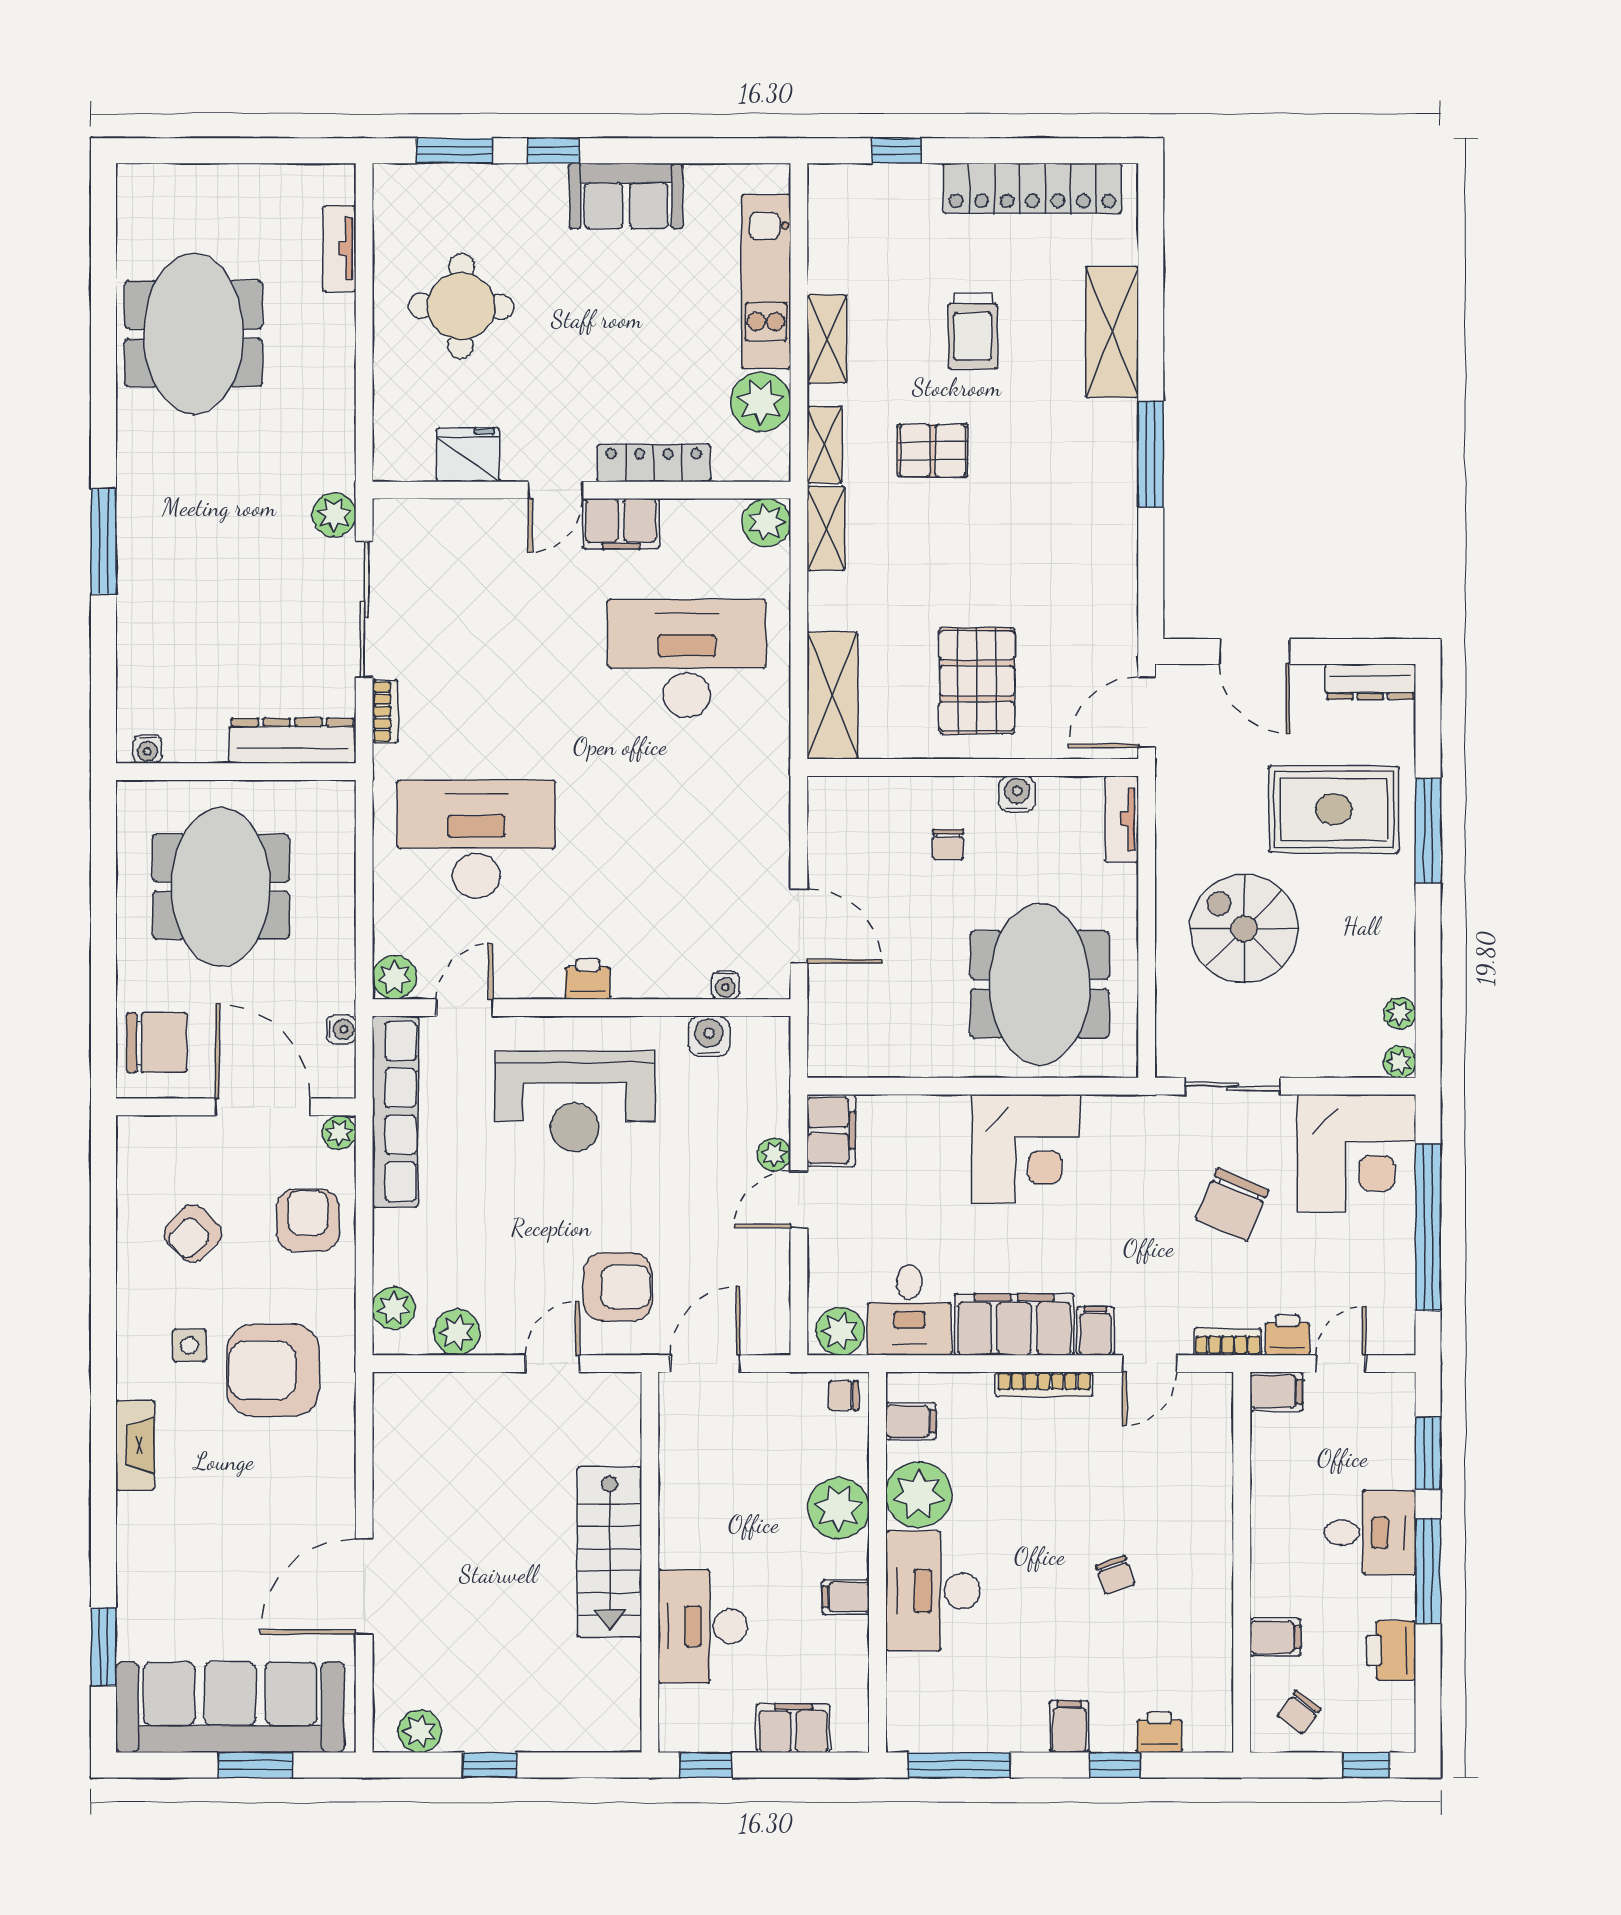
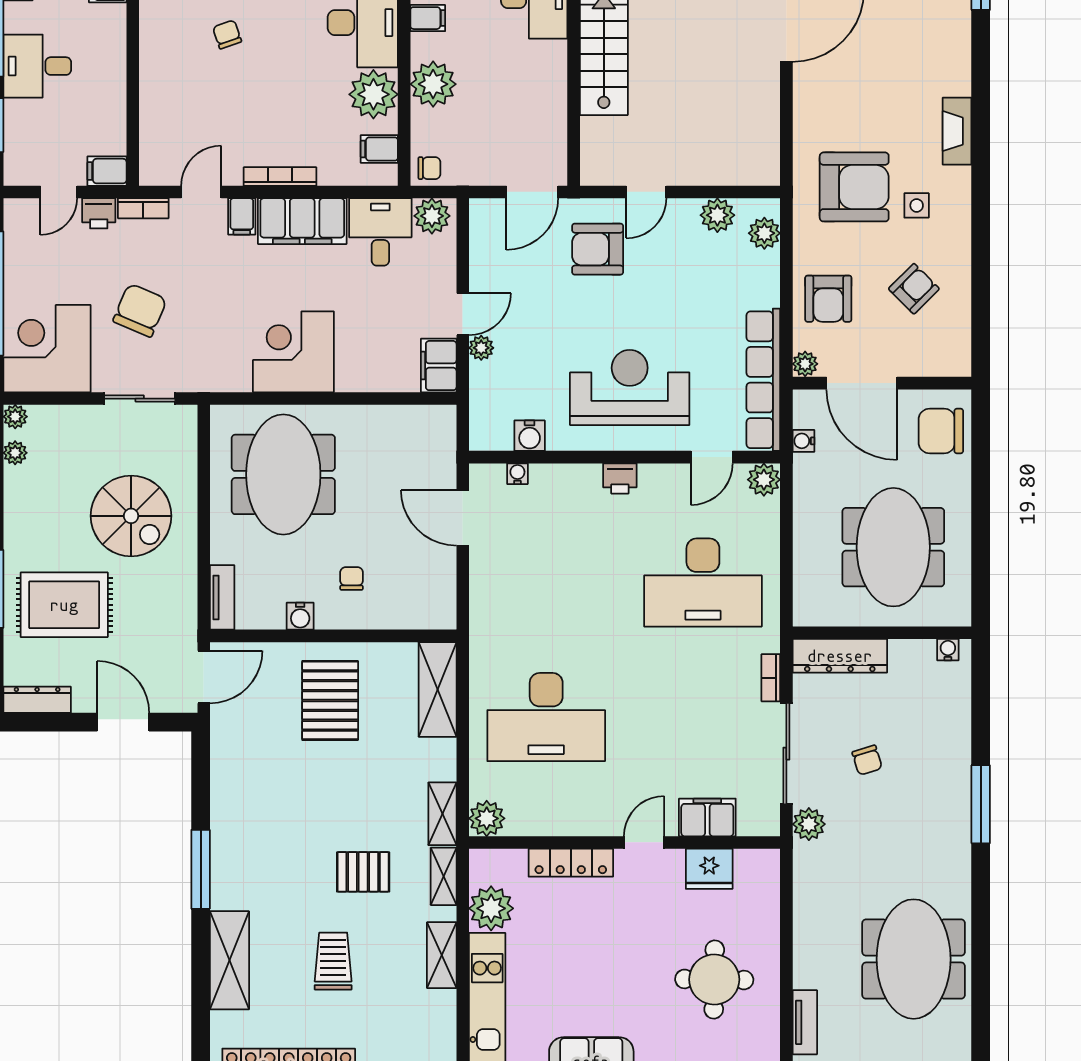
filing cabinet: (621, 524) -> (707, 817), moved
chair: (256, 601) -> (867, 760), added

